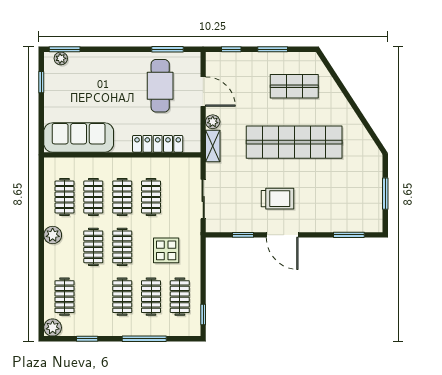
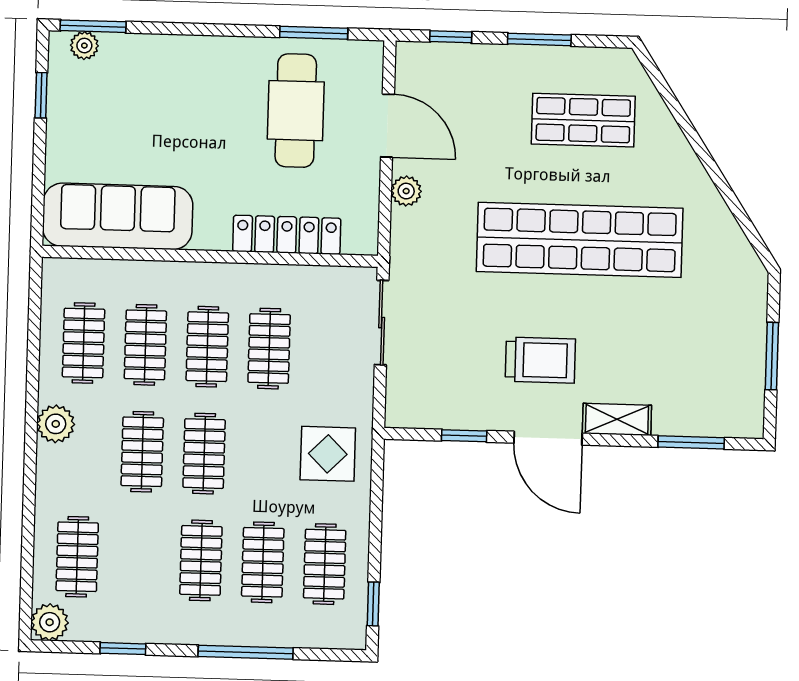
shelving: (213, 146) -> (617, 419), moved, turned 90
sliding door: (203, 199) -> (382, 323), moved
display table: (166, 250) -> (328, 454), moved

